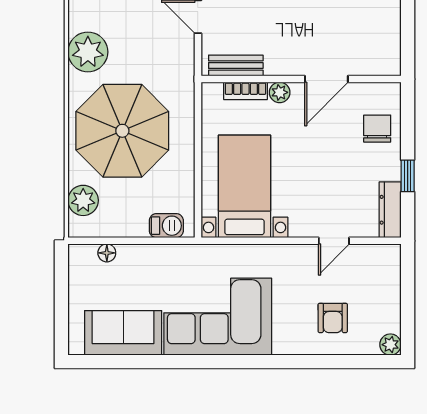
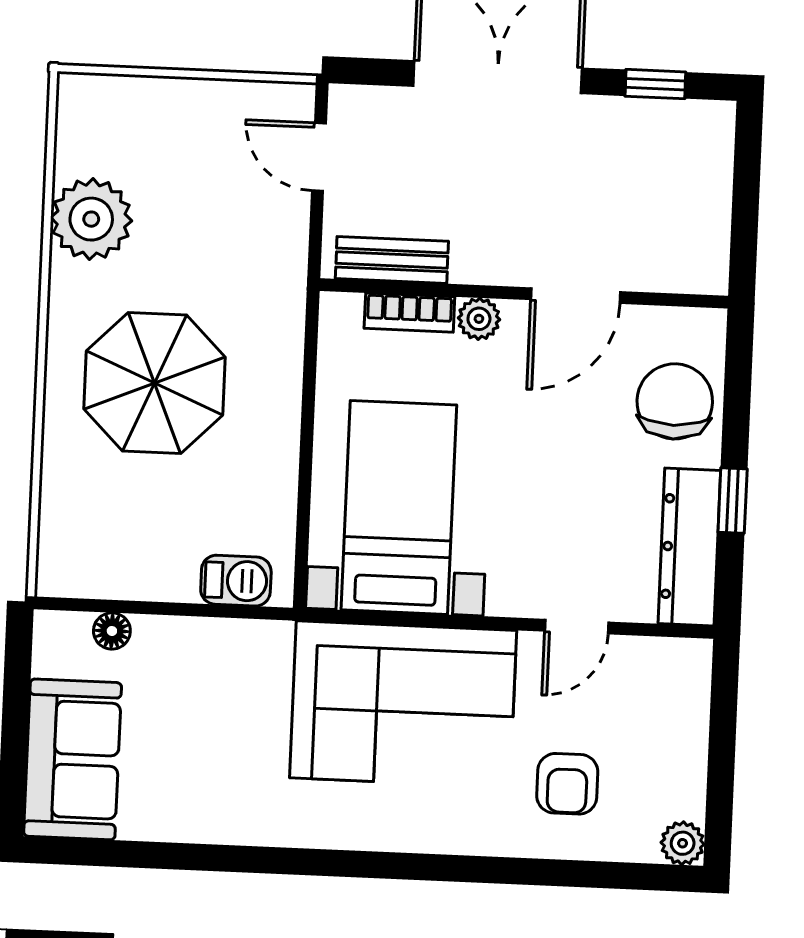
chair: (377, 129) -> (675, 401), width x1.37, depth x1.37
parasol: (122, 131) -> (155, 383), width x0.73, depth x0.73
plant: (83, 200) -> (68, 522), removed
dresser: (390, 210) -> (689, 547), width x1.37, depth x1.24
corner sofa: (218, 317) -> (403, 704), moved, turned 180
sofa: (123, 333) -> (73, 759), moved, turned 90

